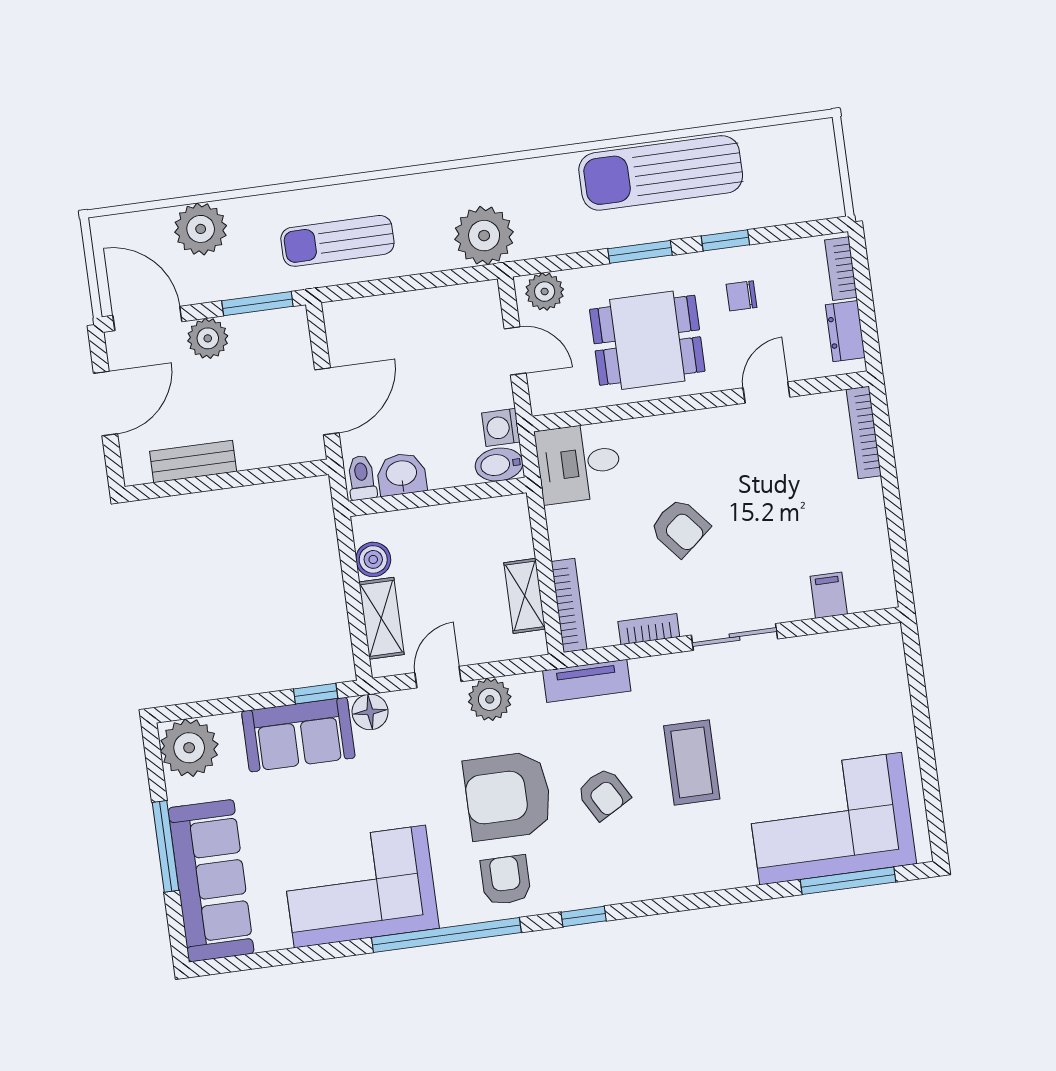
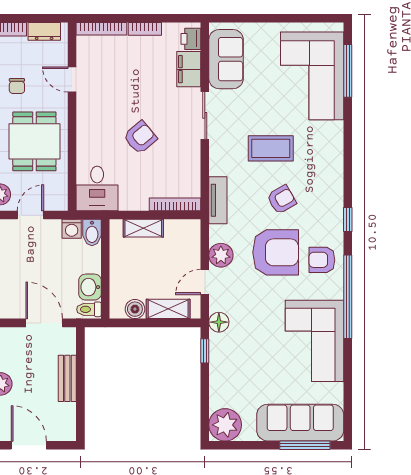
bench: (193, 461) -> (67, 378), moved
printer: (867, 594) -> (191, 39), added
filing cabinet: (829, 595) -> (189, 69), width x2.00
shelving: (525, 596) -> (143, 228), moved
bookcase: (649, 629) -> (145, 29), moved, turned -90
door: (438, 677) -> (205, 282), hinge flipped
sofa: (298, 735) -> (226, 59), moved
armchair: (508, 796) -> (276, 252), turned -90
window: (165, 846) -> (305, 445), moved

